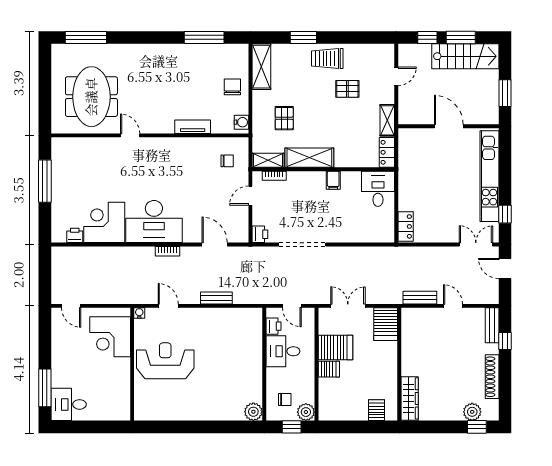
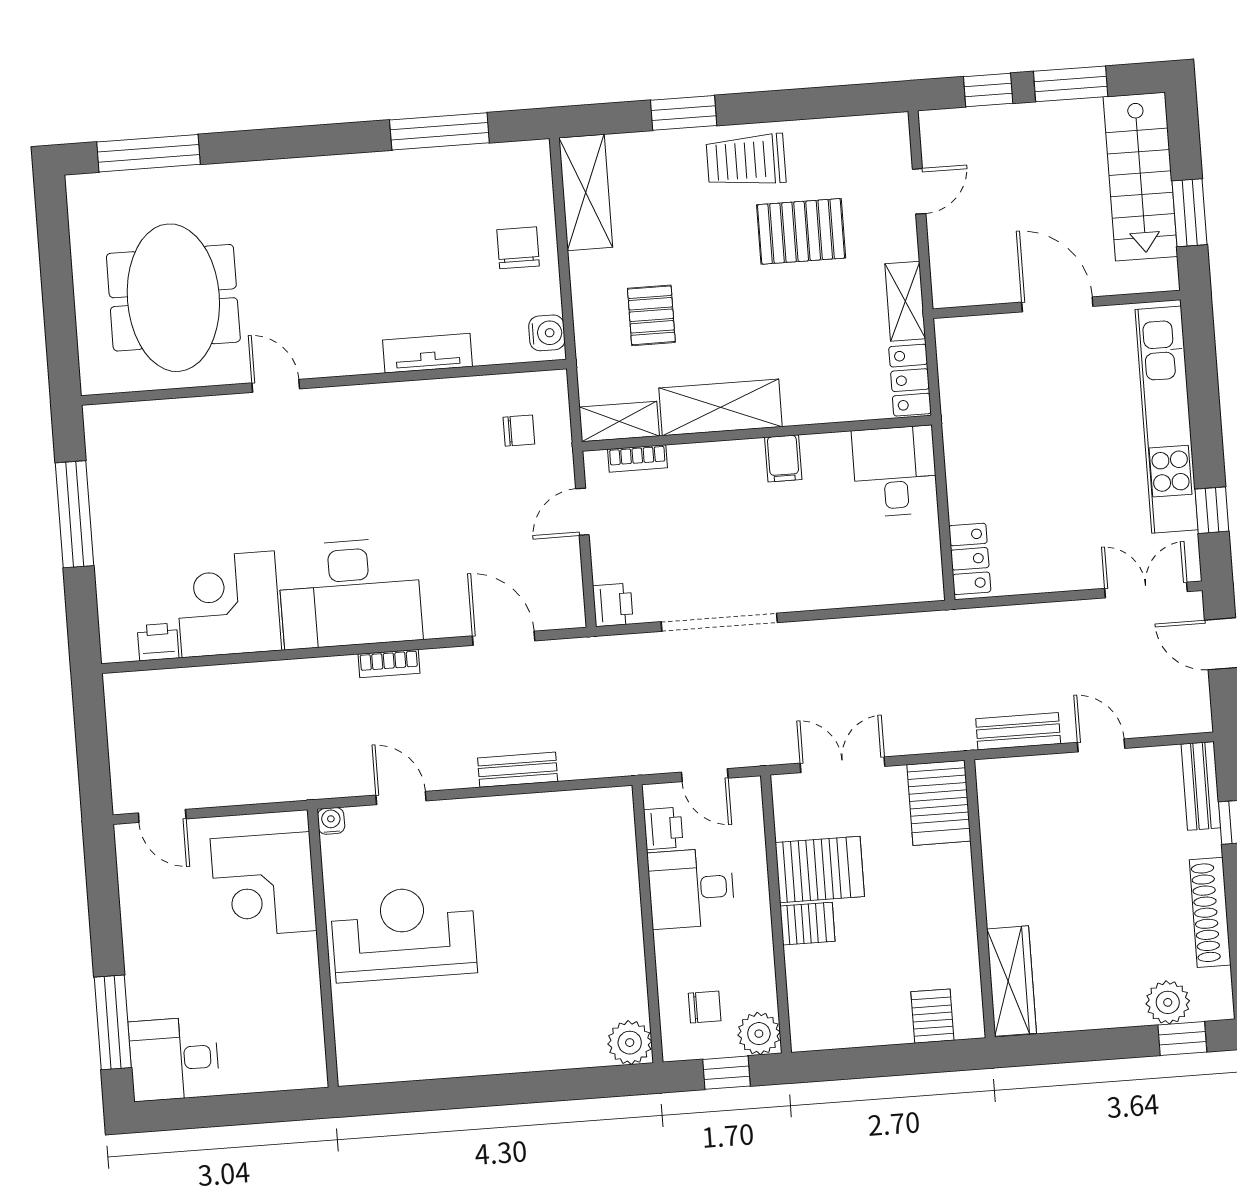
stairs: (465, 56) -> (1140, 177), moved, turned 90
pallet: (347, 89) -> (801, 231), width x1.50, depth x1.42

